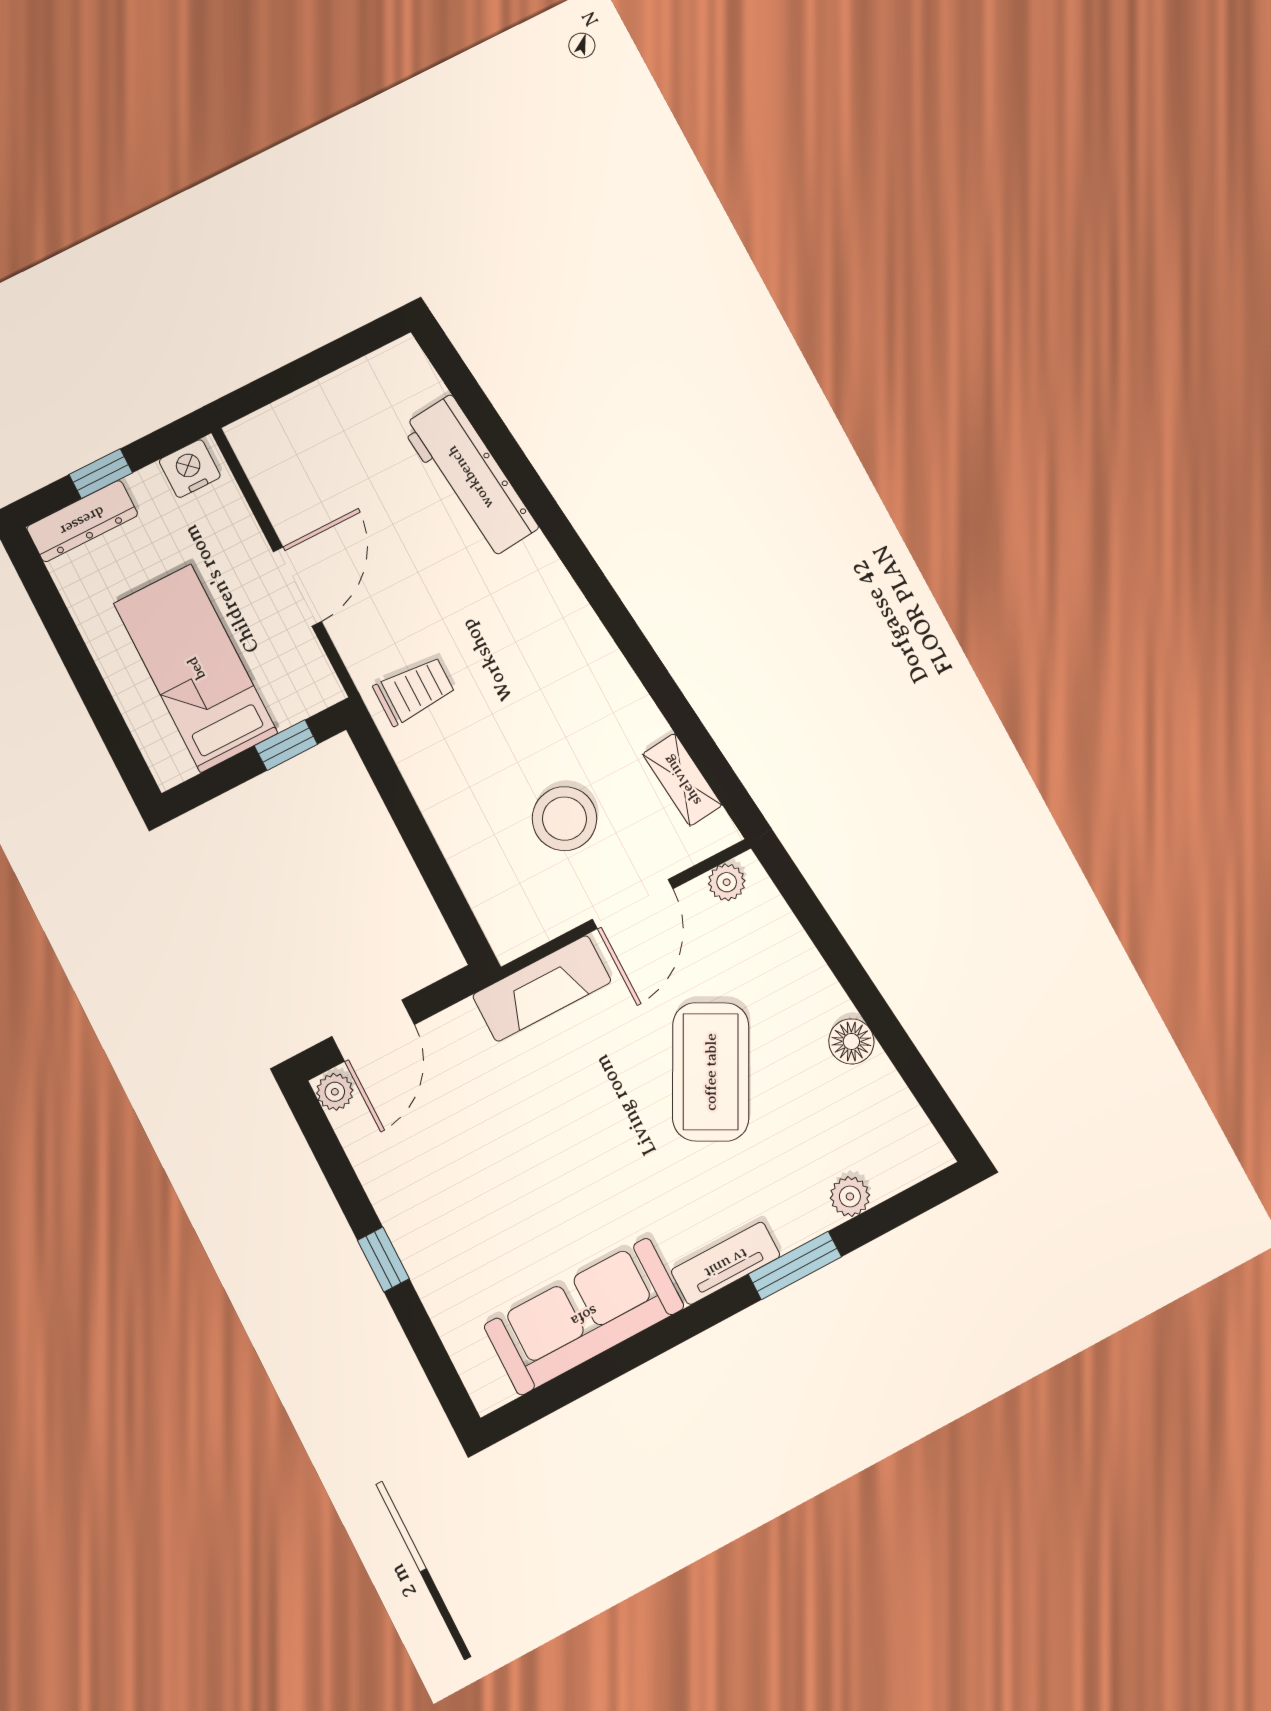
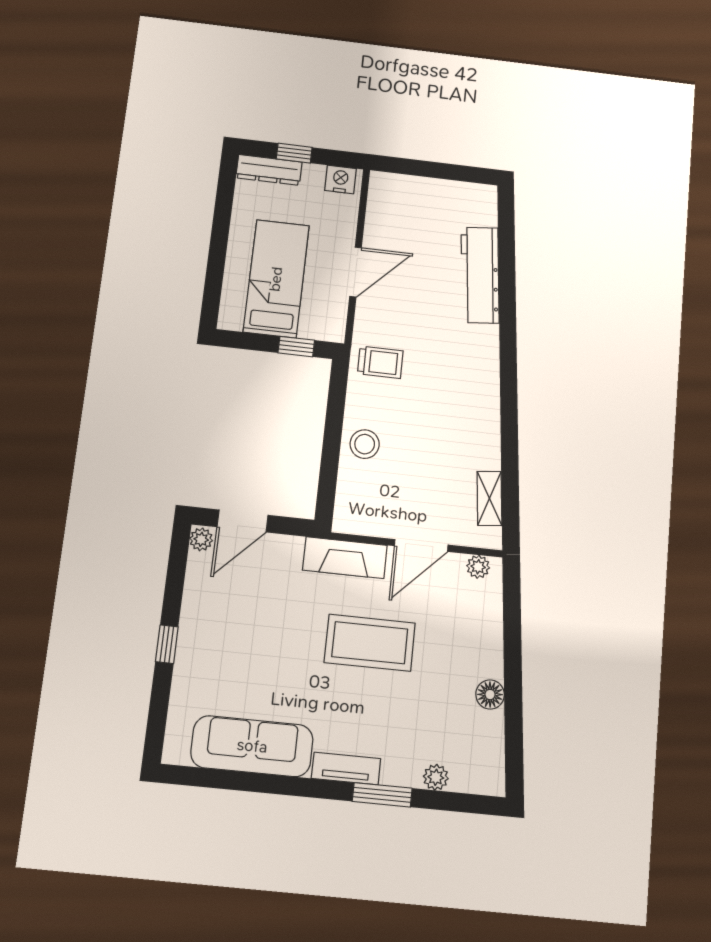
stool: (564, 819) -> (365, 444), moved, width x0.73, depth x0.73
coffee table: (711, 1072) -> (370, 643), moved, turned 62

